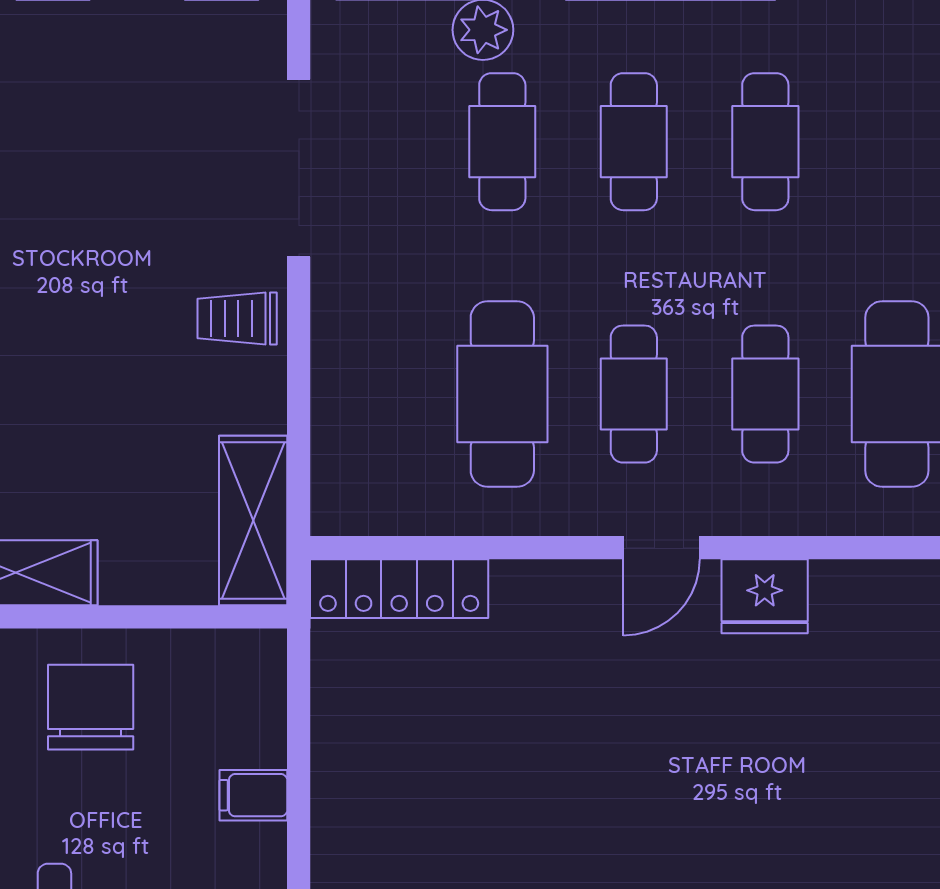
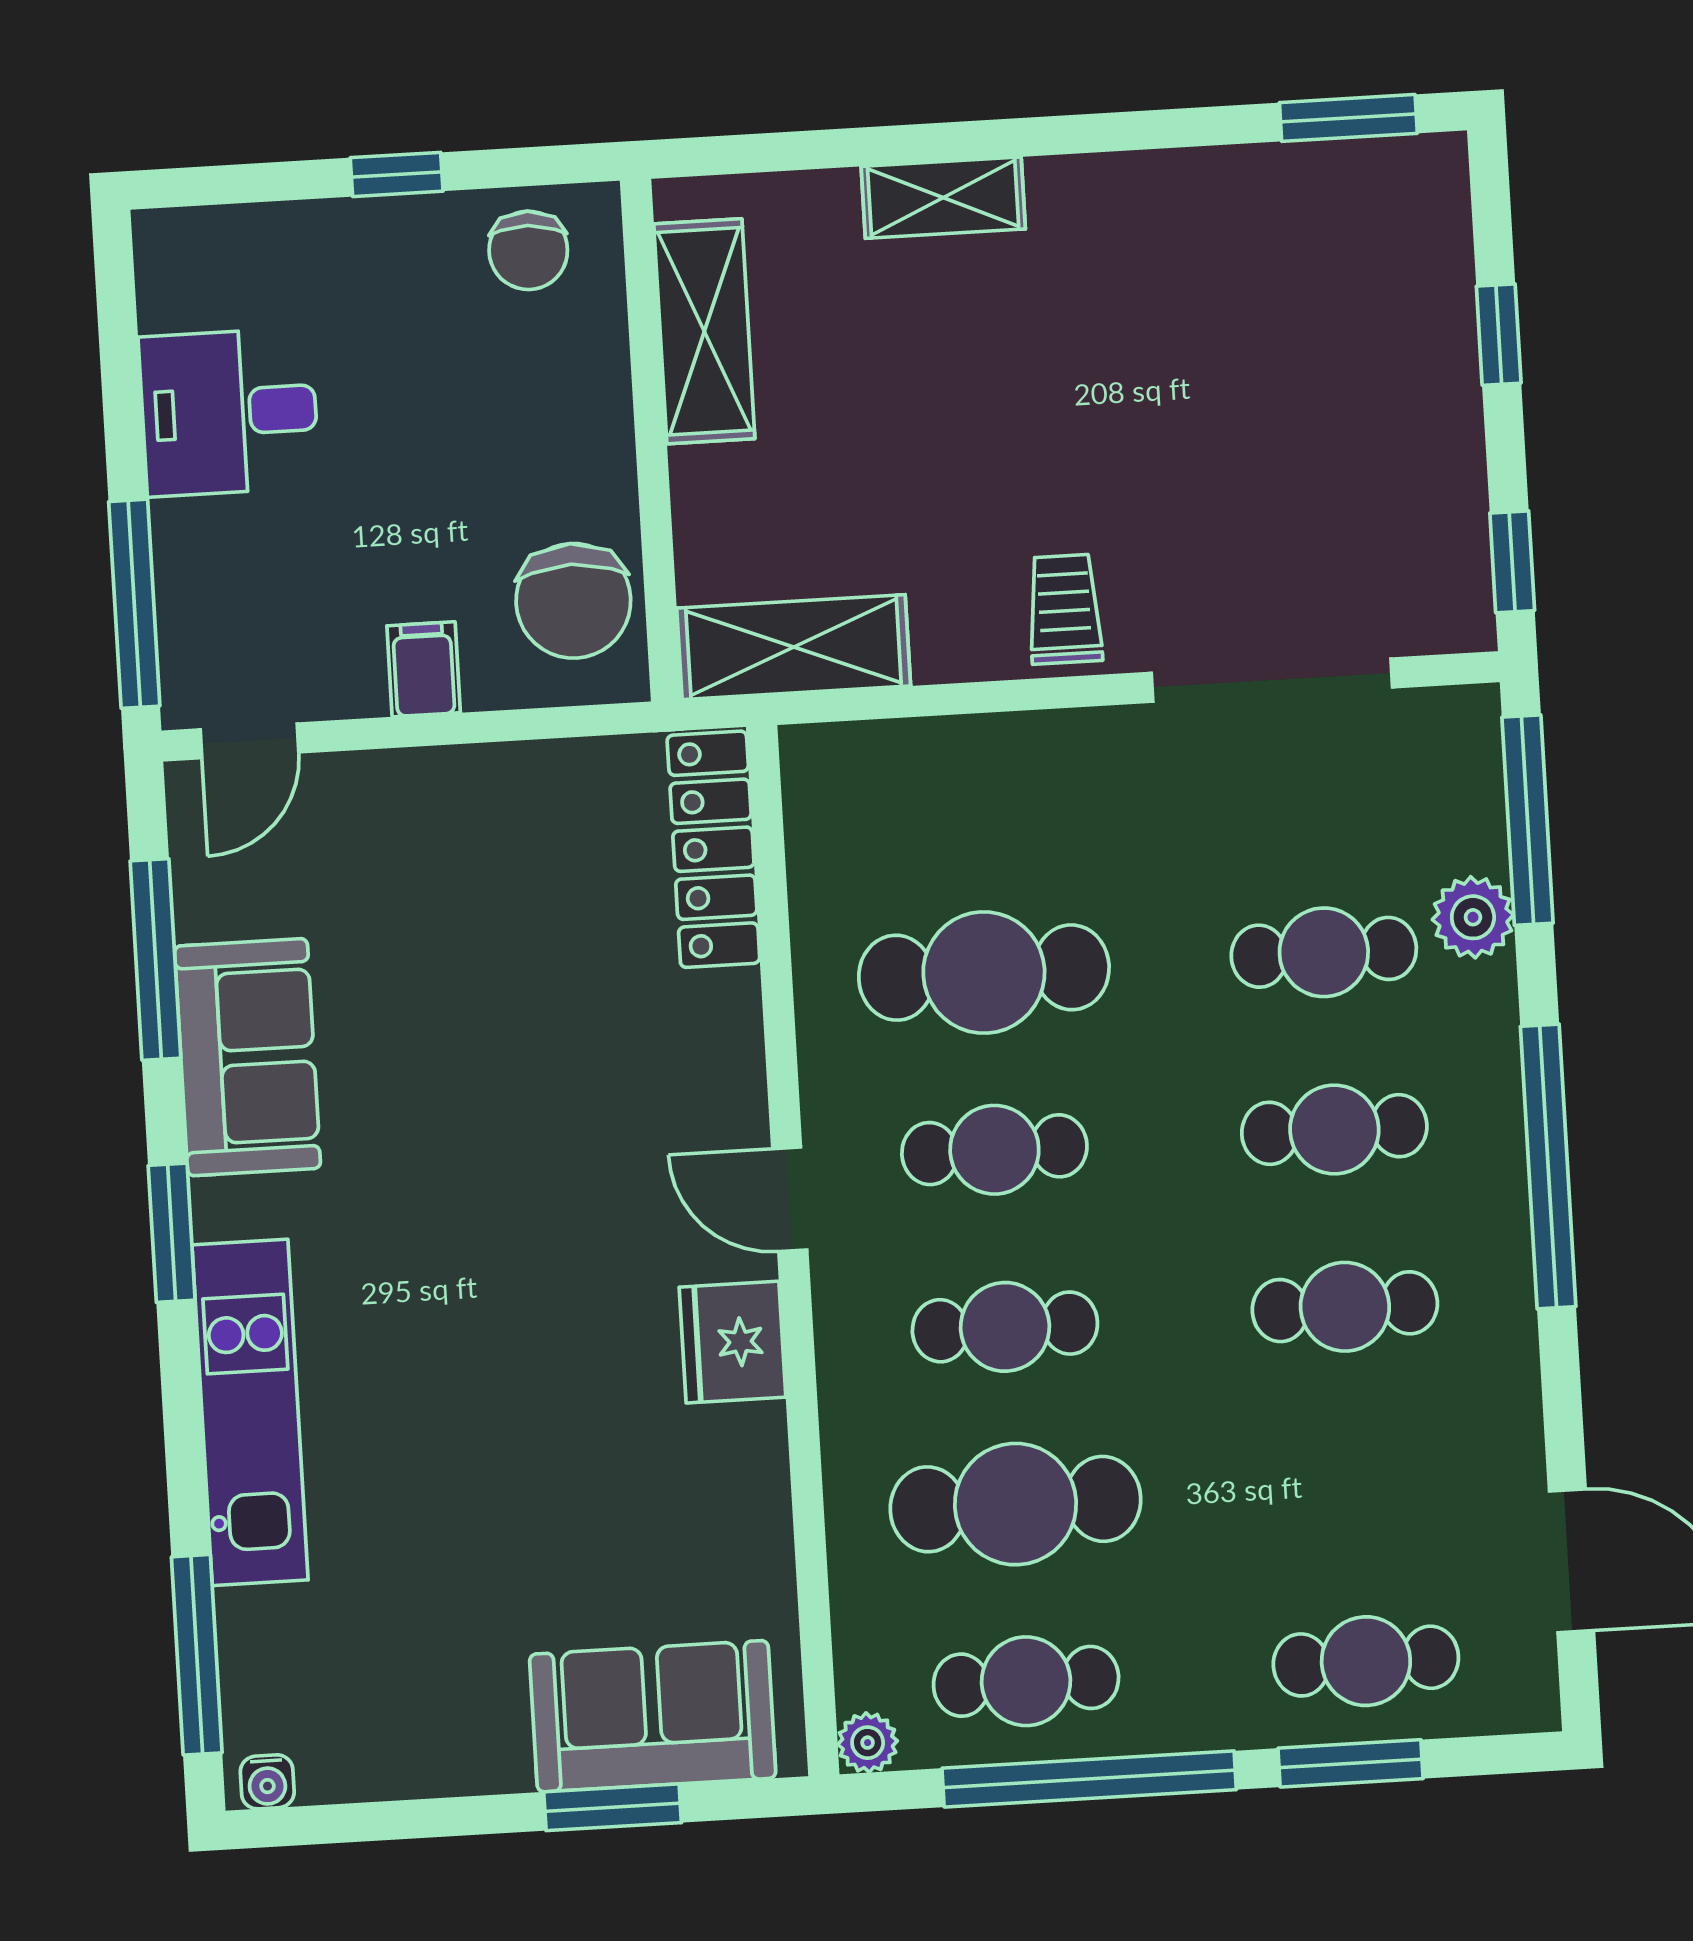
chair: (91, 707) -> (573, 601), moved, turned 90

